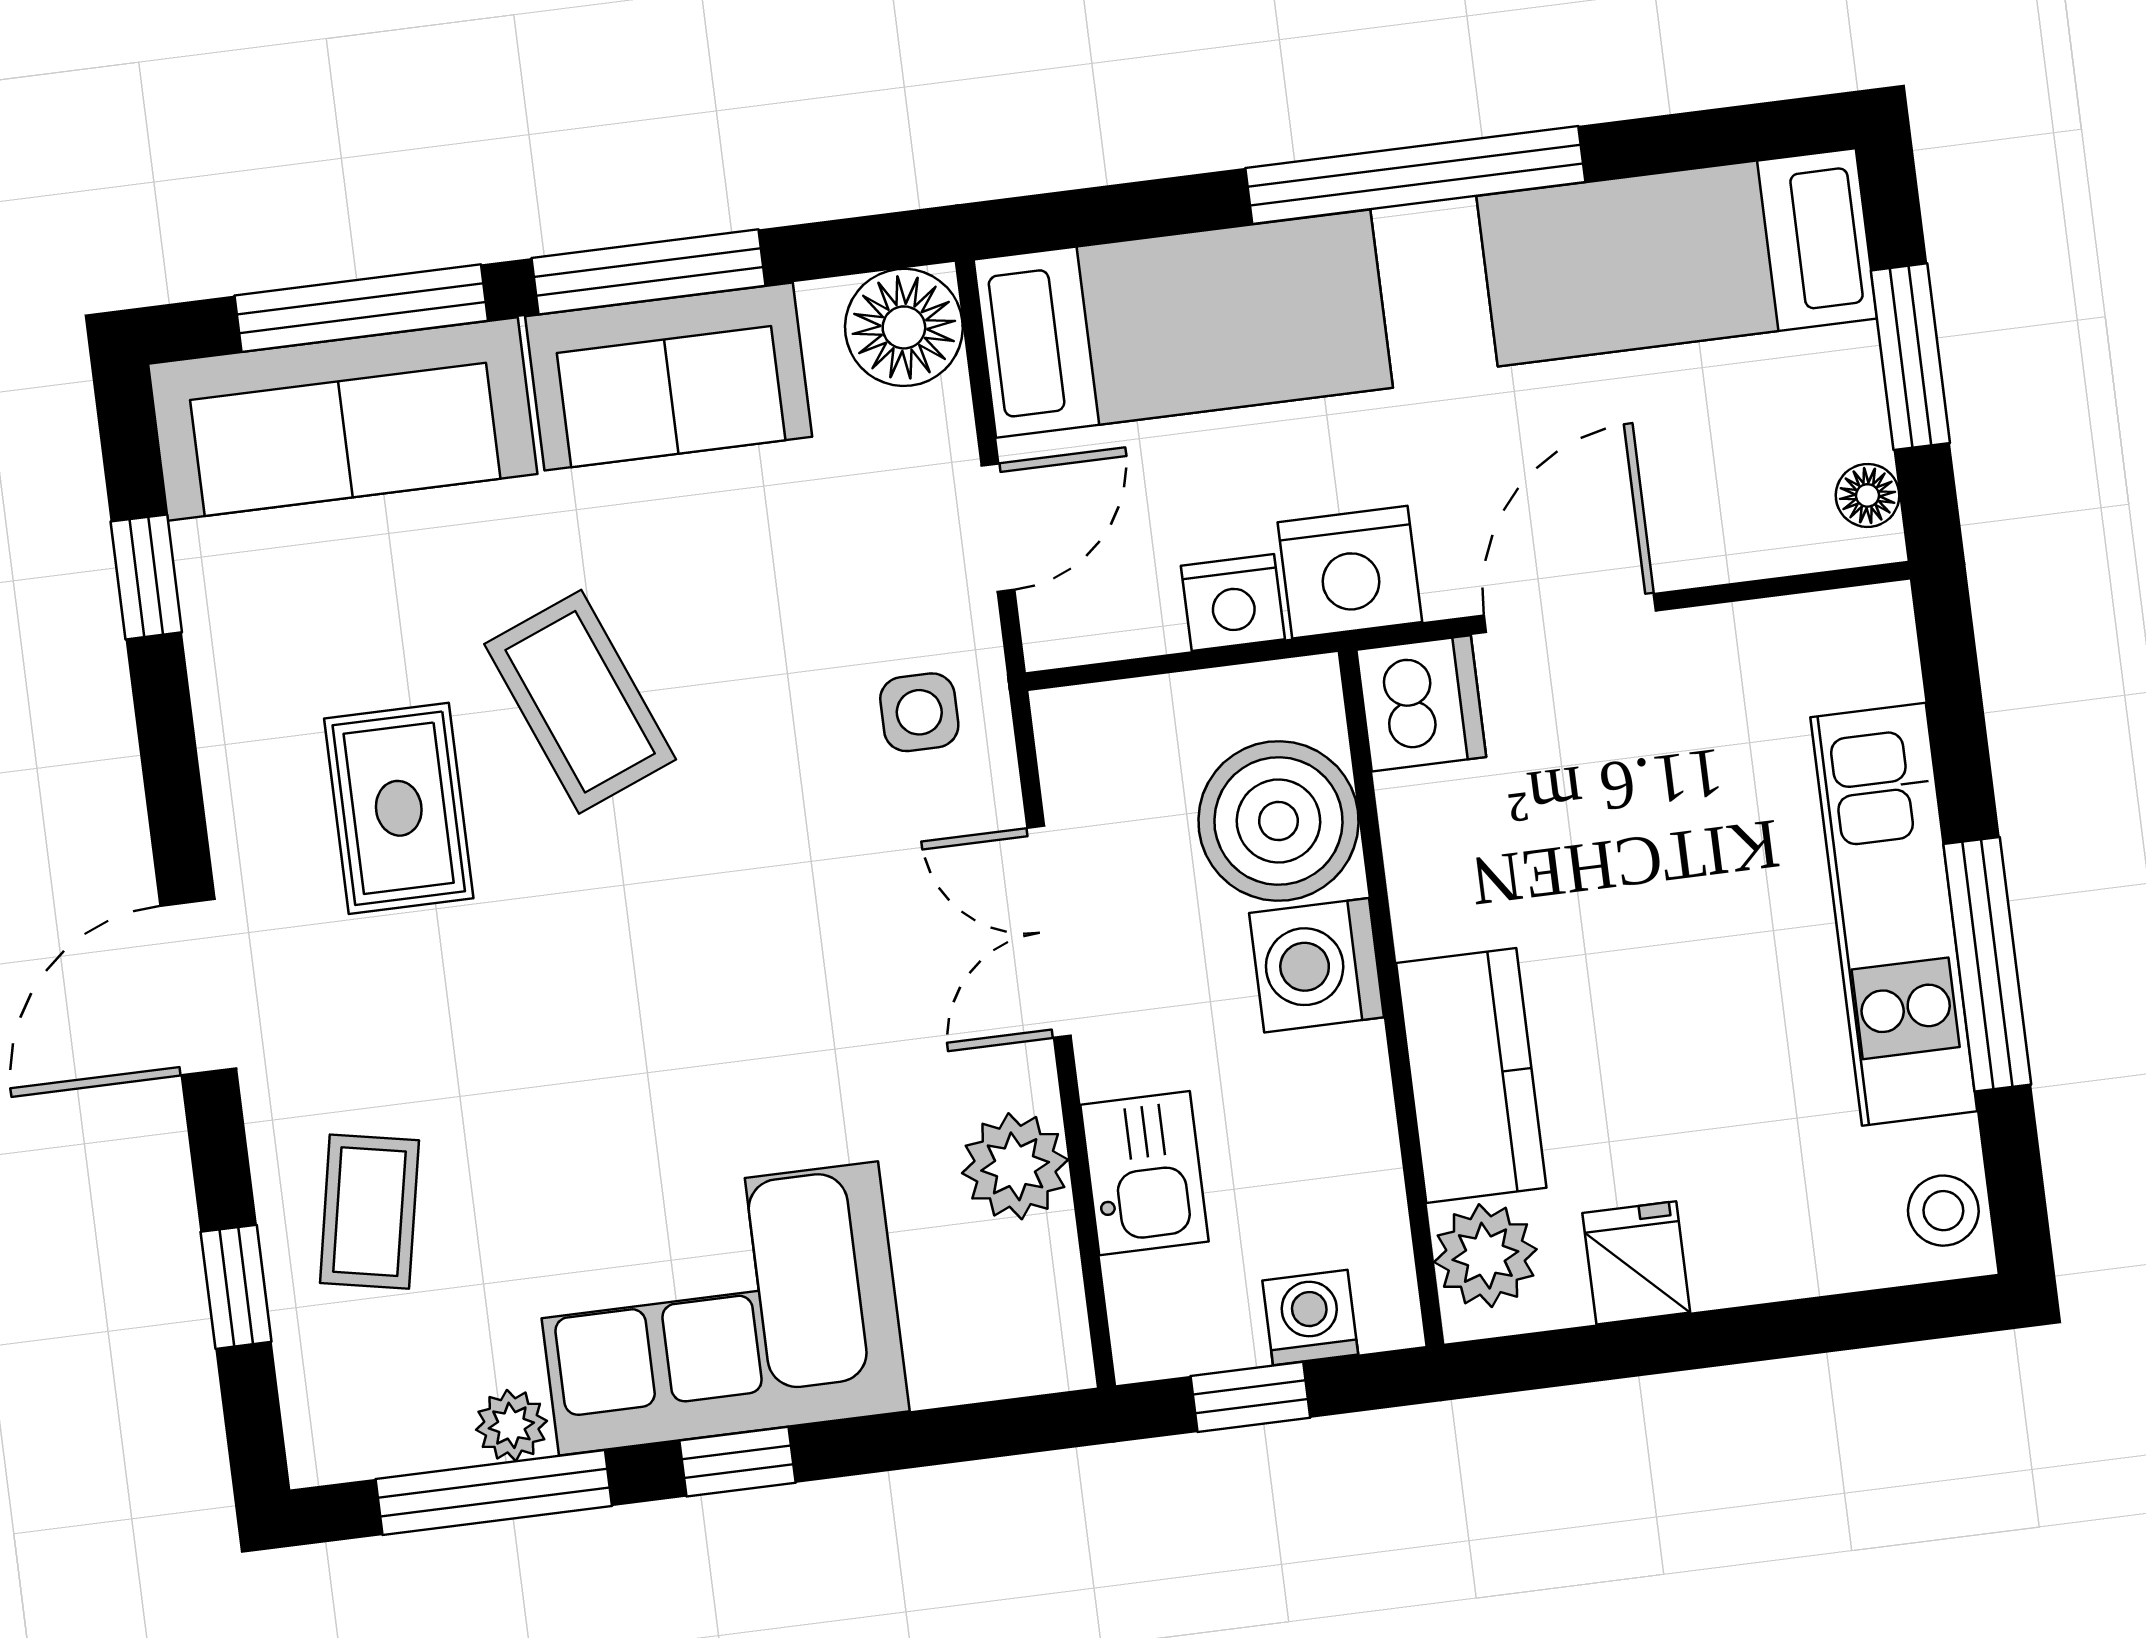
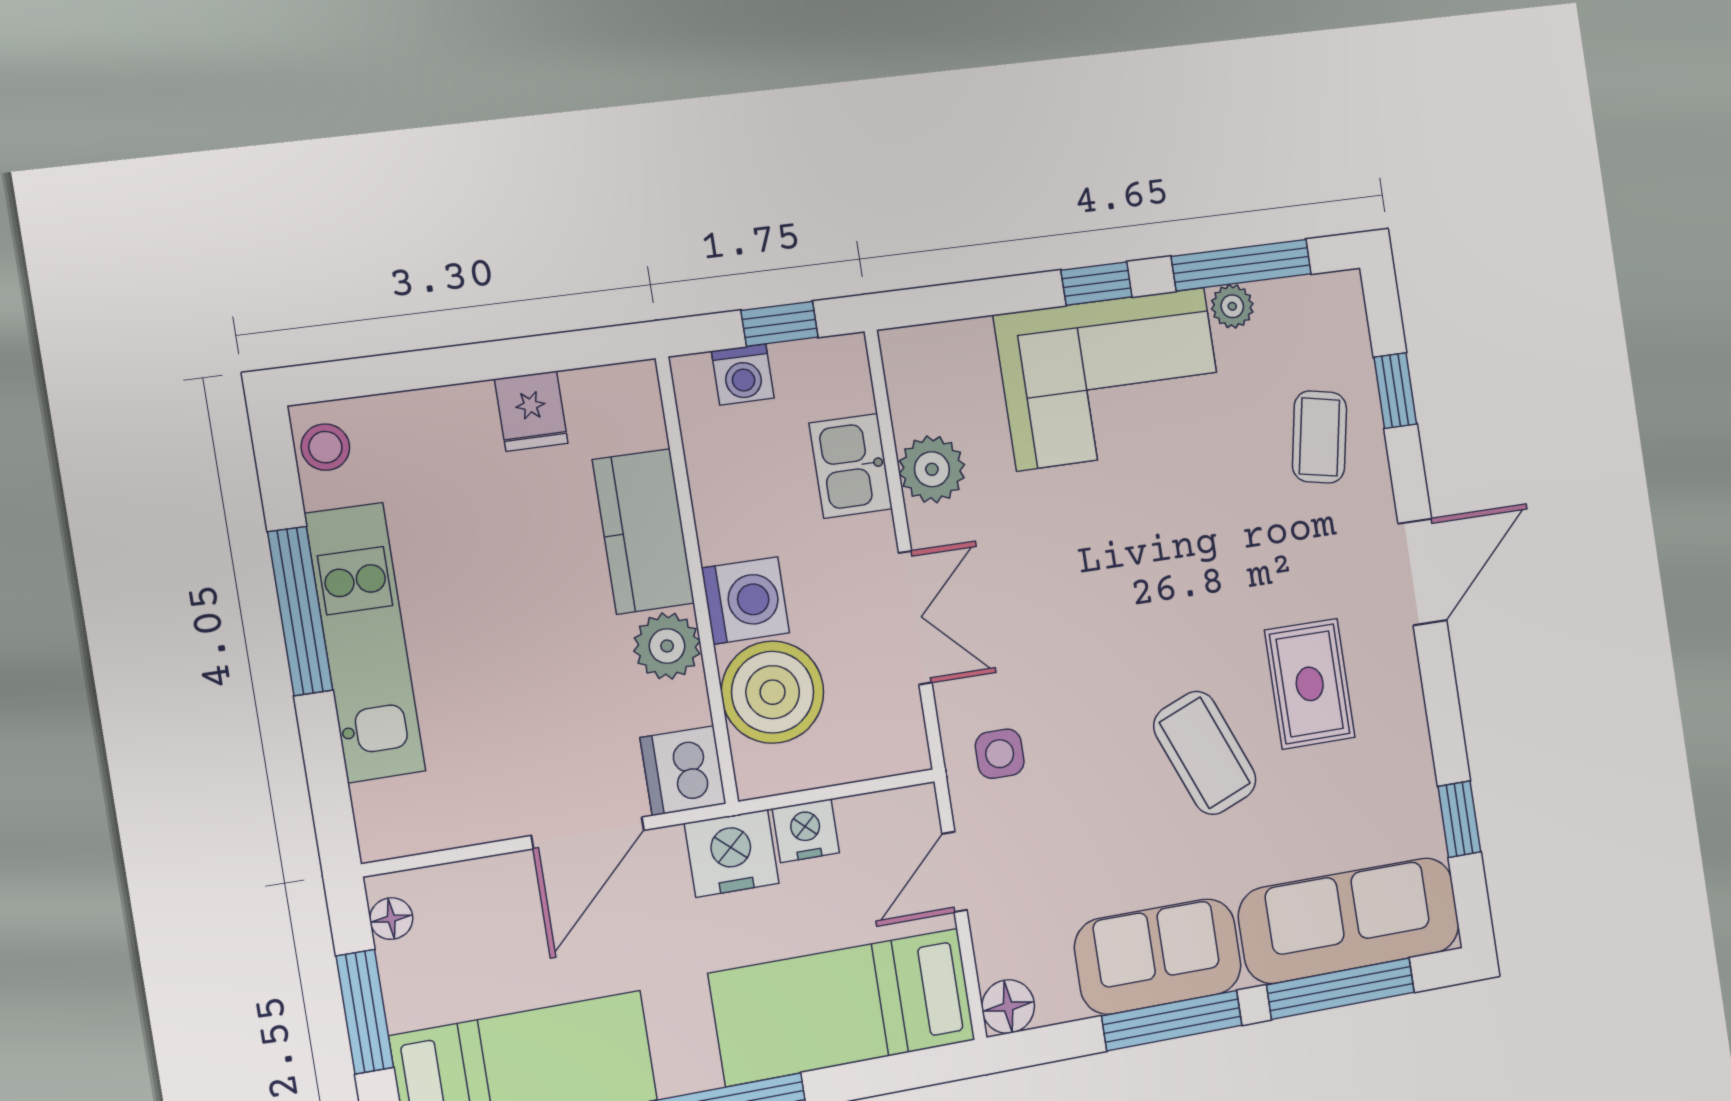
floor lamp: (904, 327) -> (1008, 1007), width x0.73, depth x0.73
plant: (1485, 1256) -> (667, 646), moved

